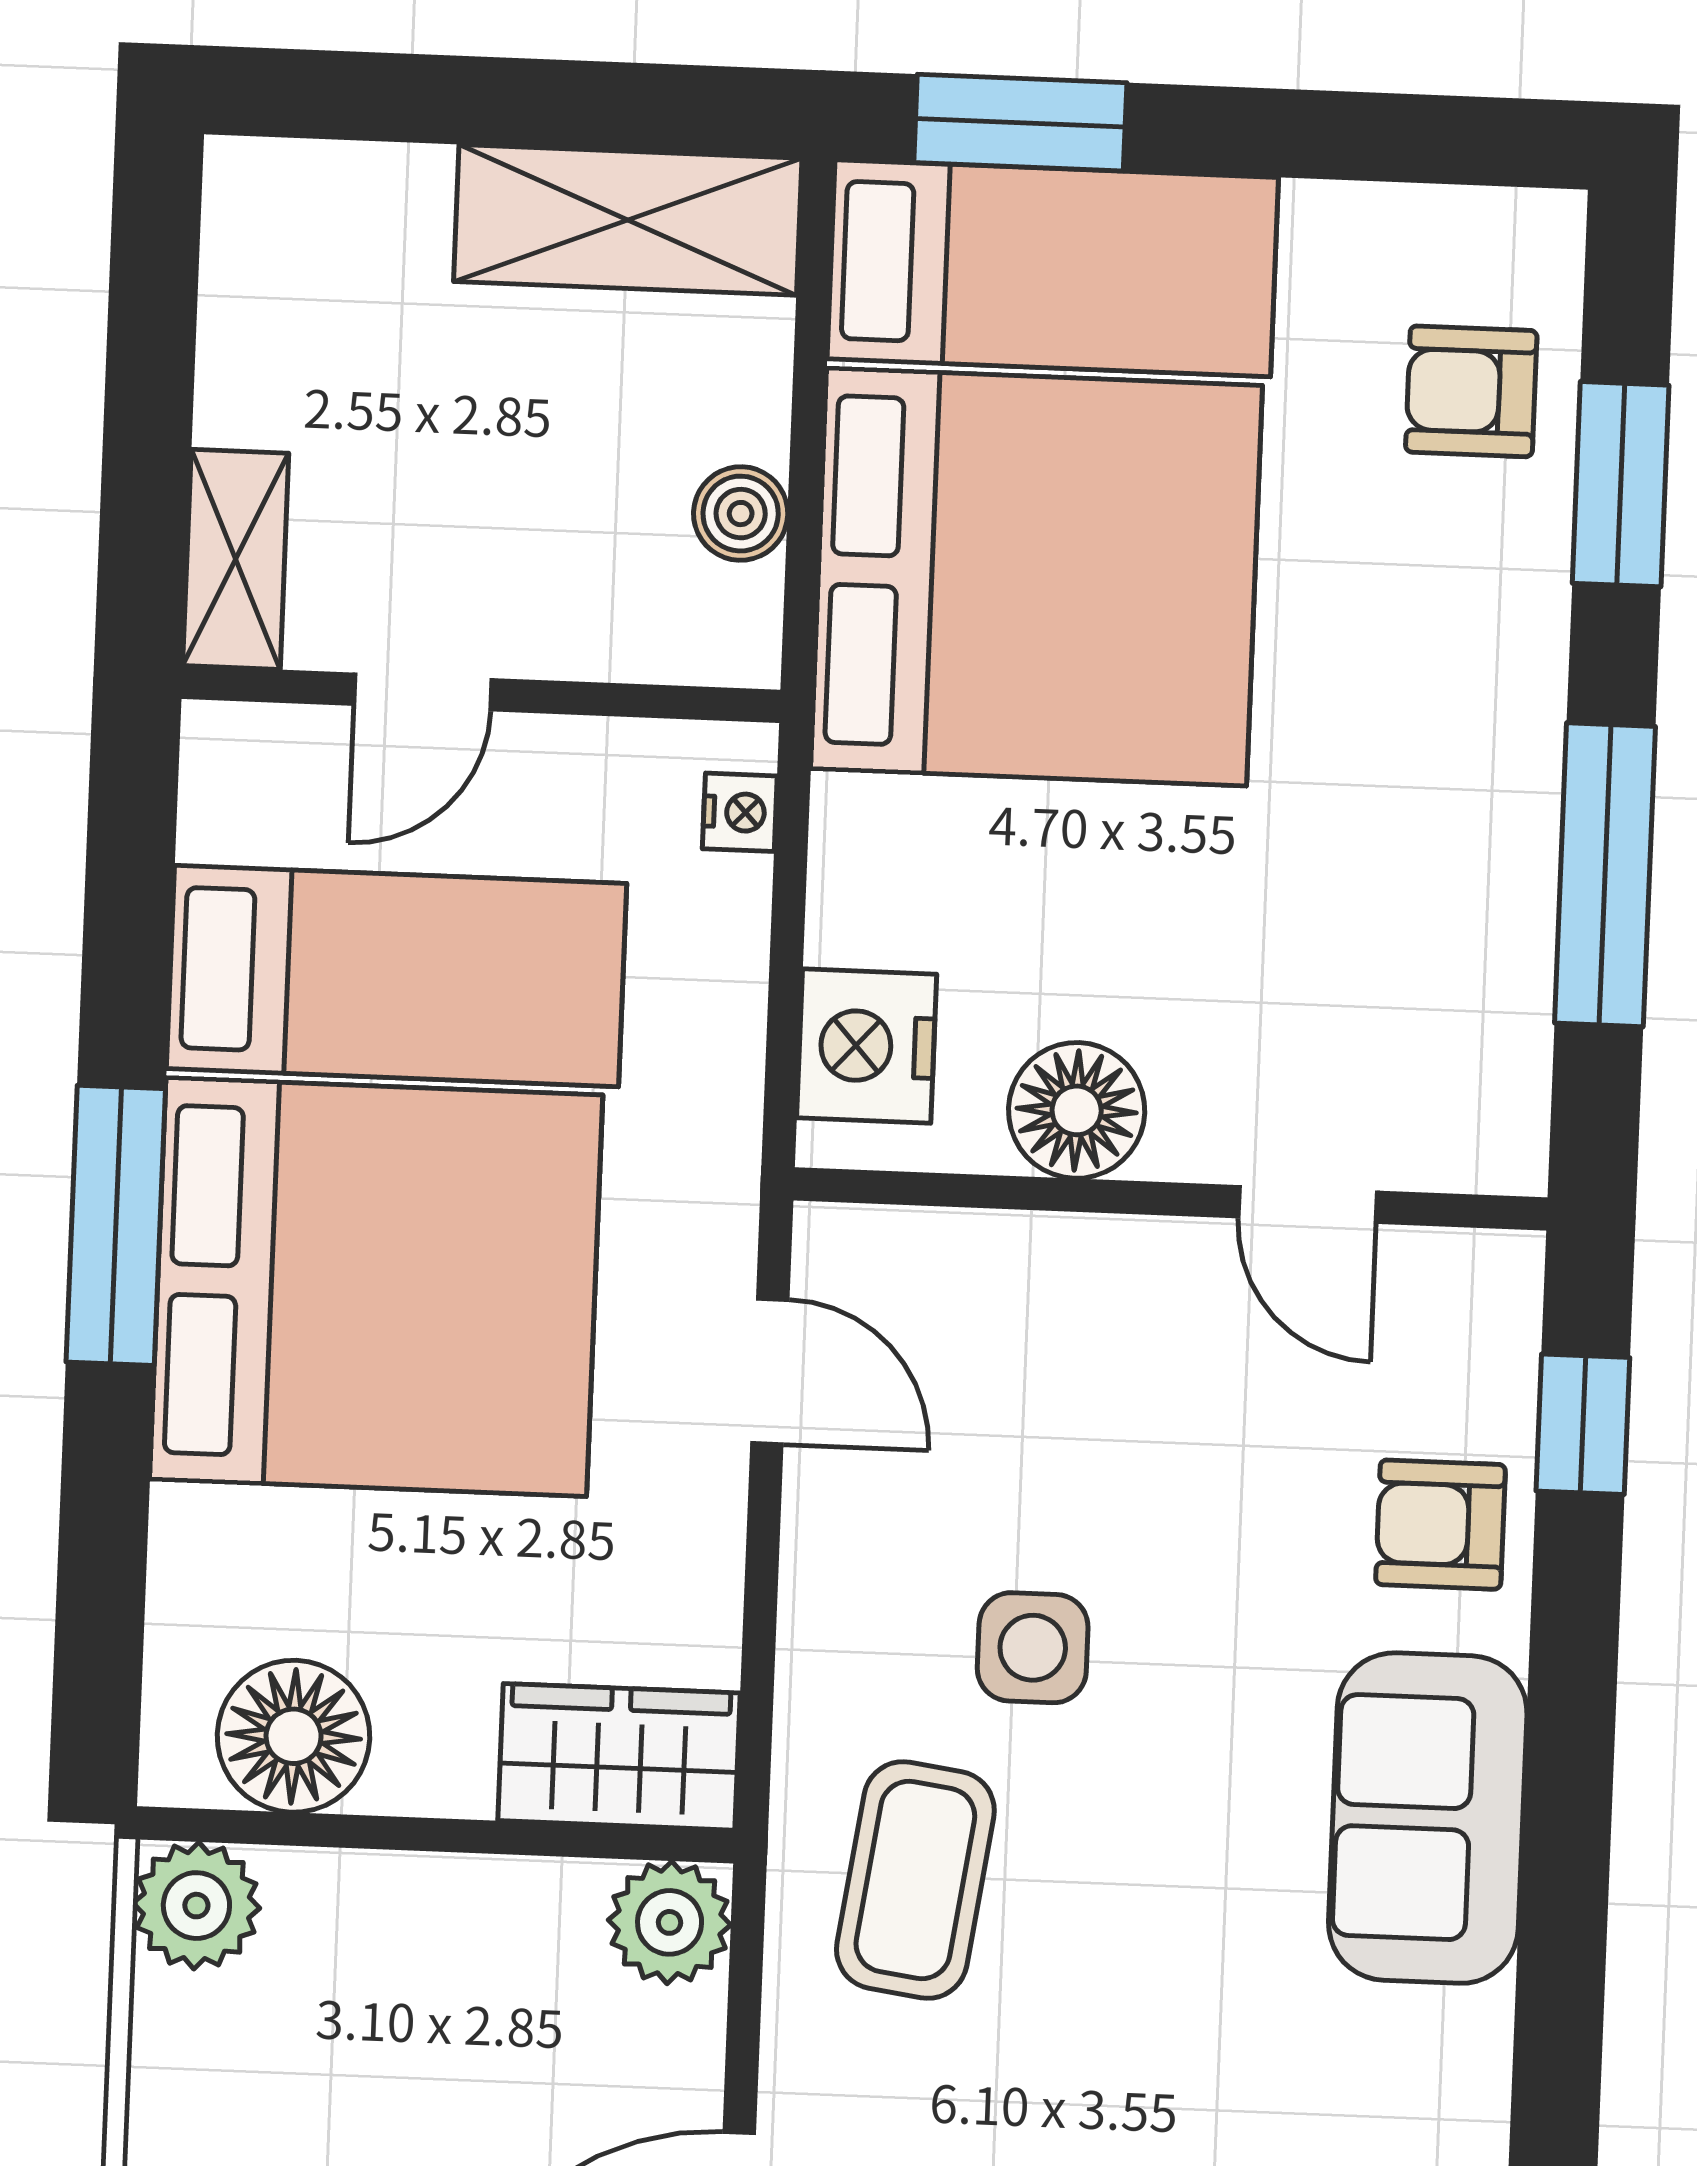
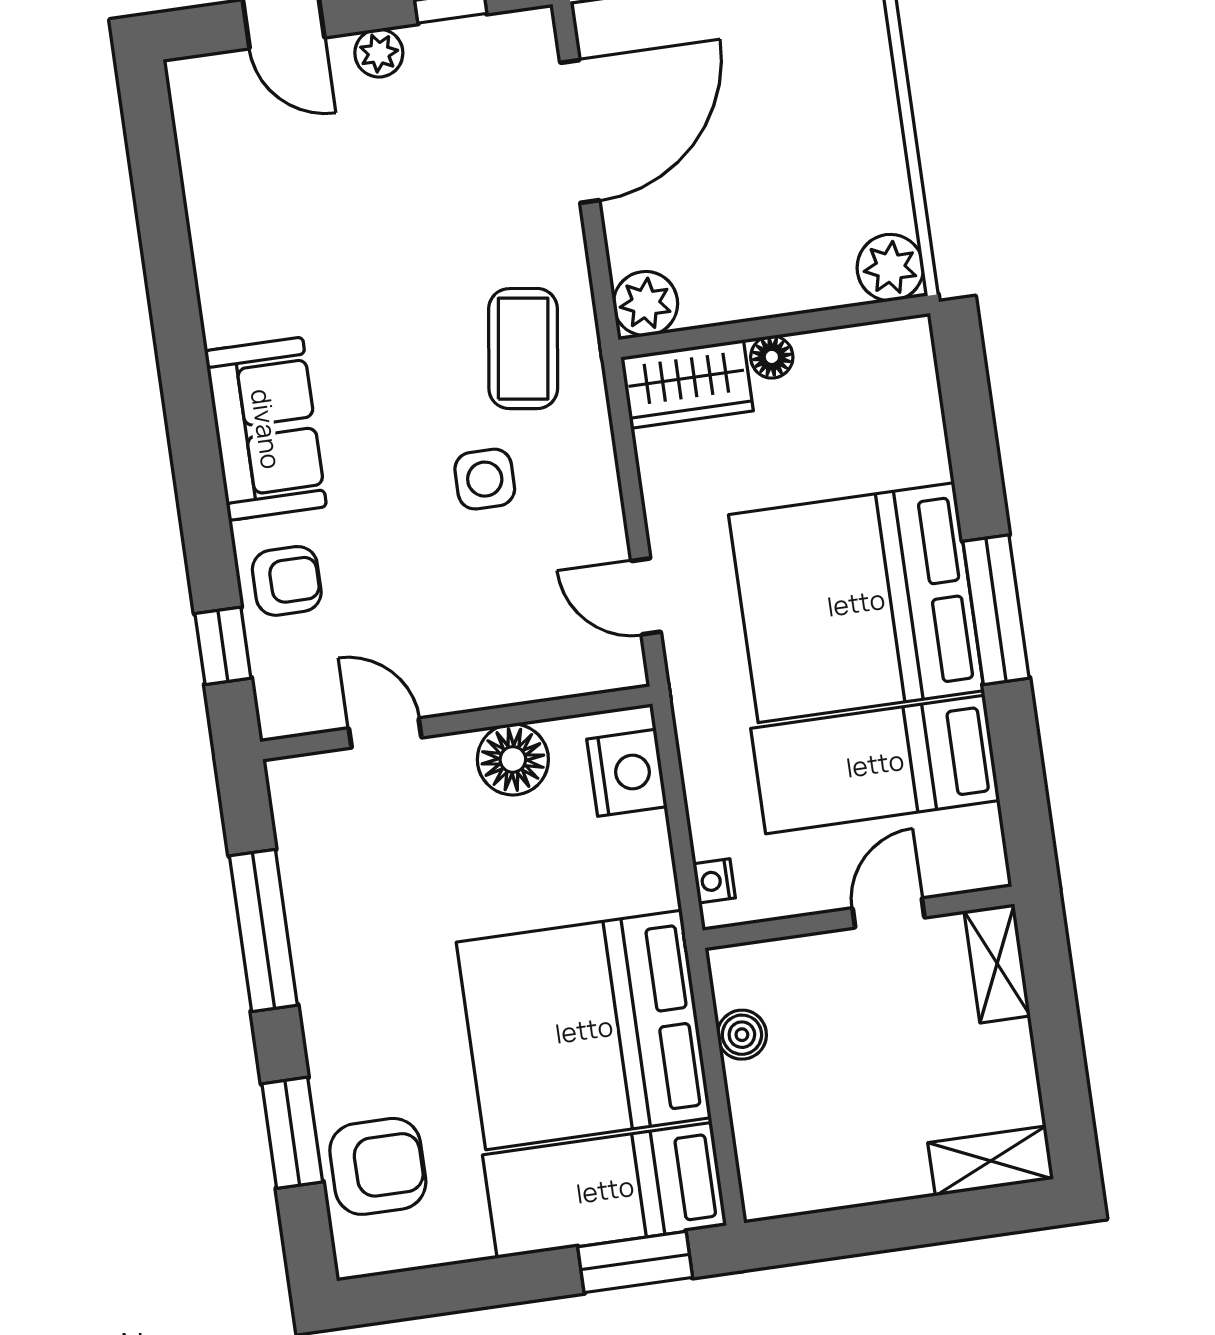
shelving: (628, 220) -> (991, 1161), moved, width x0.67, depth x0.75
armchair: (1471, 391) -> (378, 1166), width x1.38, depth x1.38
floor lamp: (294, 1736) -> (772, 357), moved, width x0.53, depth x0.53

